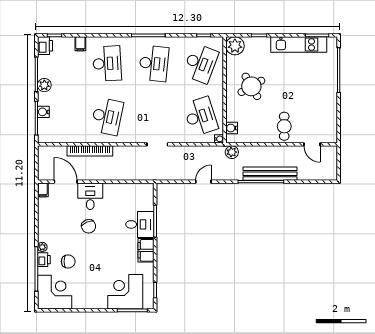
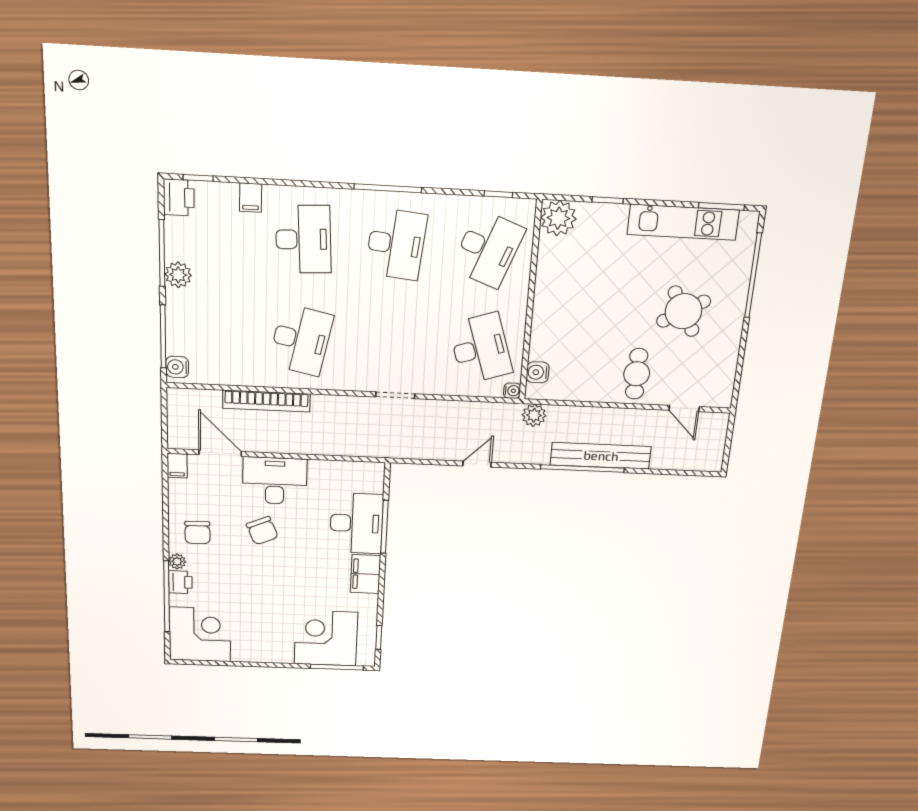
round table: (251, 86) -> (684, 311), moved
water cooler: (43, 112) -> (177, 367), moved
desk: (90, 196) -> (275, 481), width x1.37
desk: (140, 224) -> (357, 523), width x1.37
chair: (68, 261) -> (197, 533), moved, turned 89

